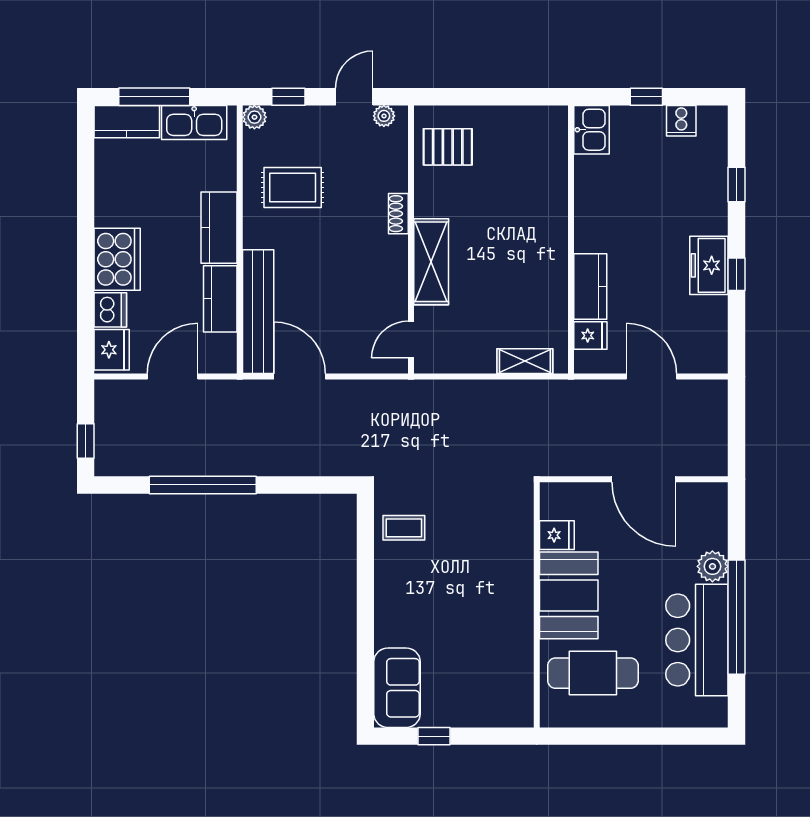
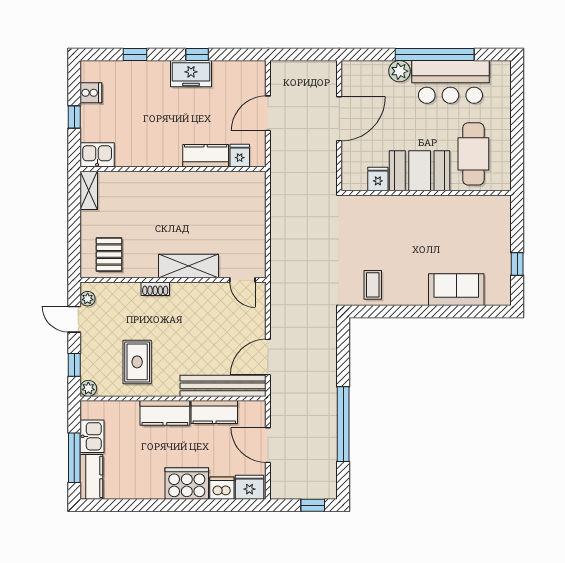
kitchen sink: (194, 122) -> (92, 436), width x0.73
shelving: (525, 361) -> (89, 190), moved
sofa: (397, 688) -> (456, 290), moved

